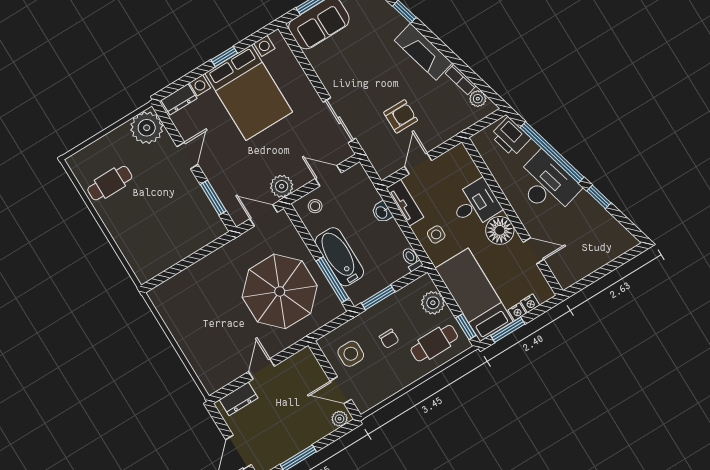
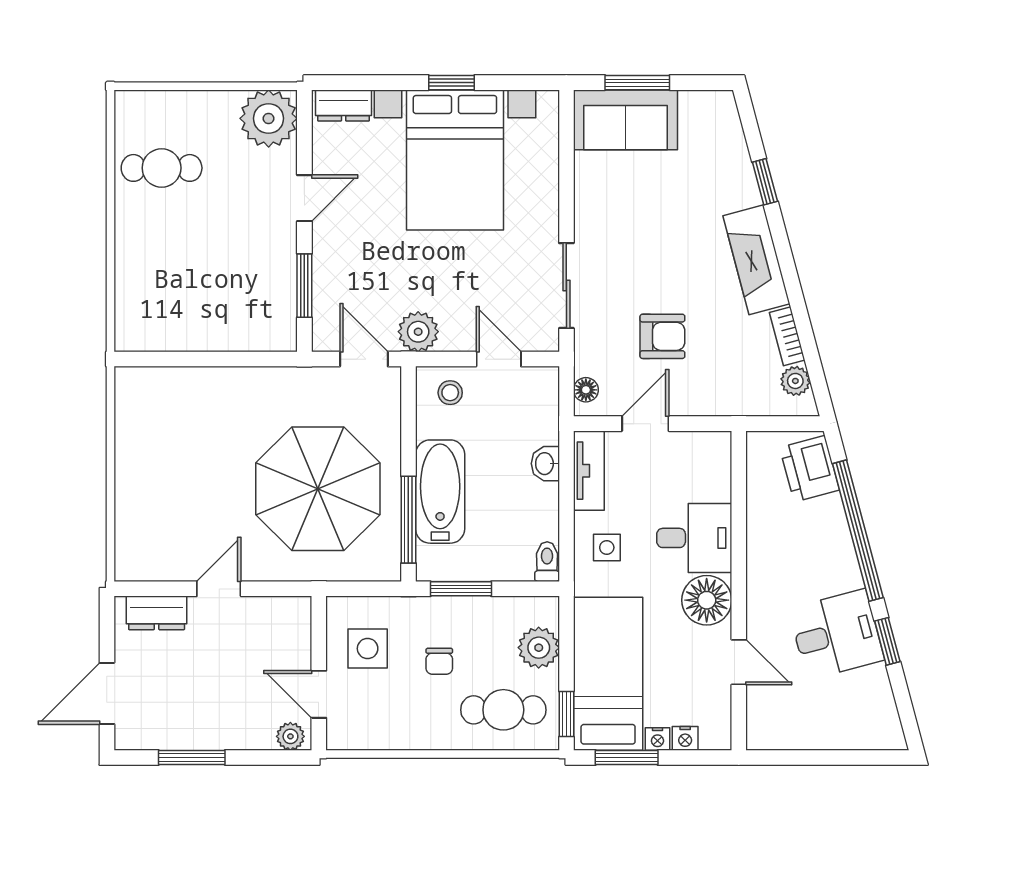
floor lamp: (380, 165) -> (586, 390), added
desk: (547, 184) -> (836, 634), moved, width x0.73

